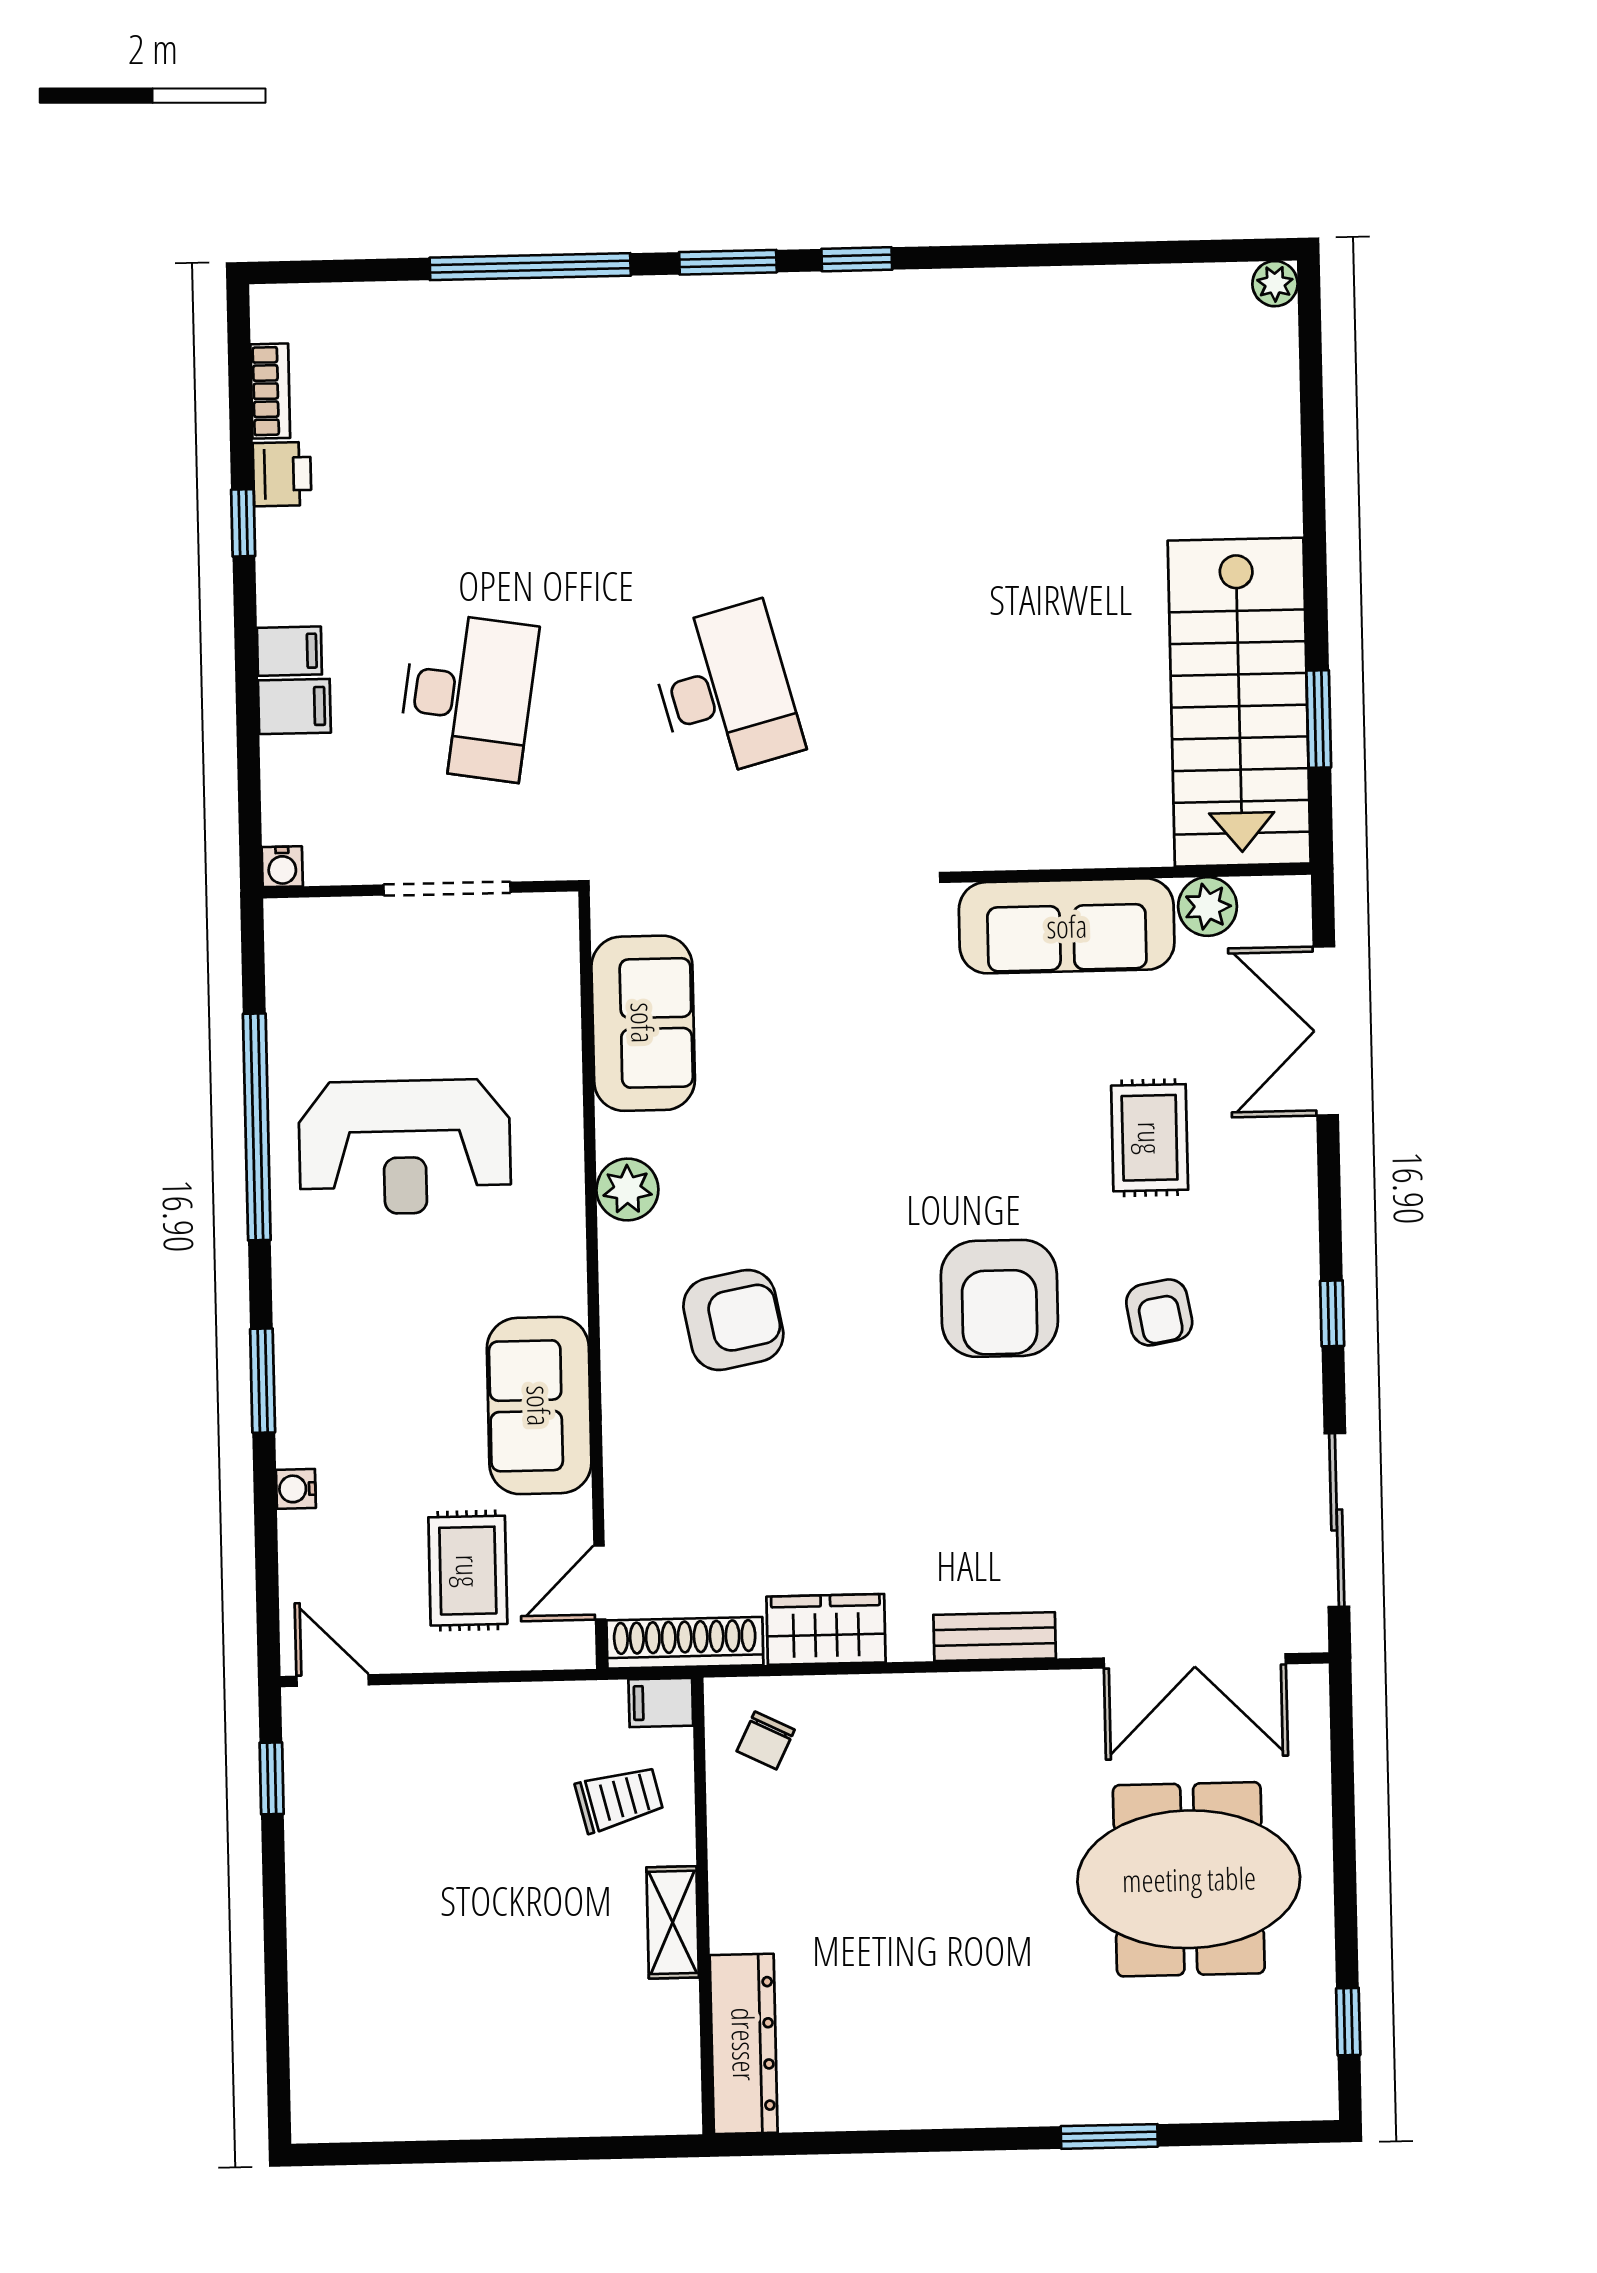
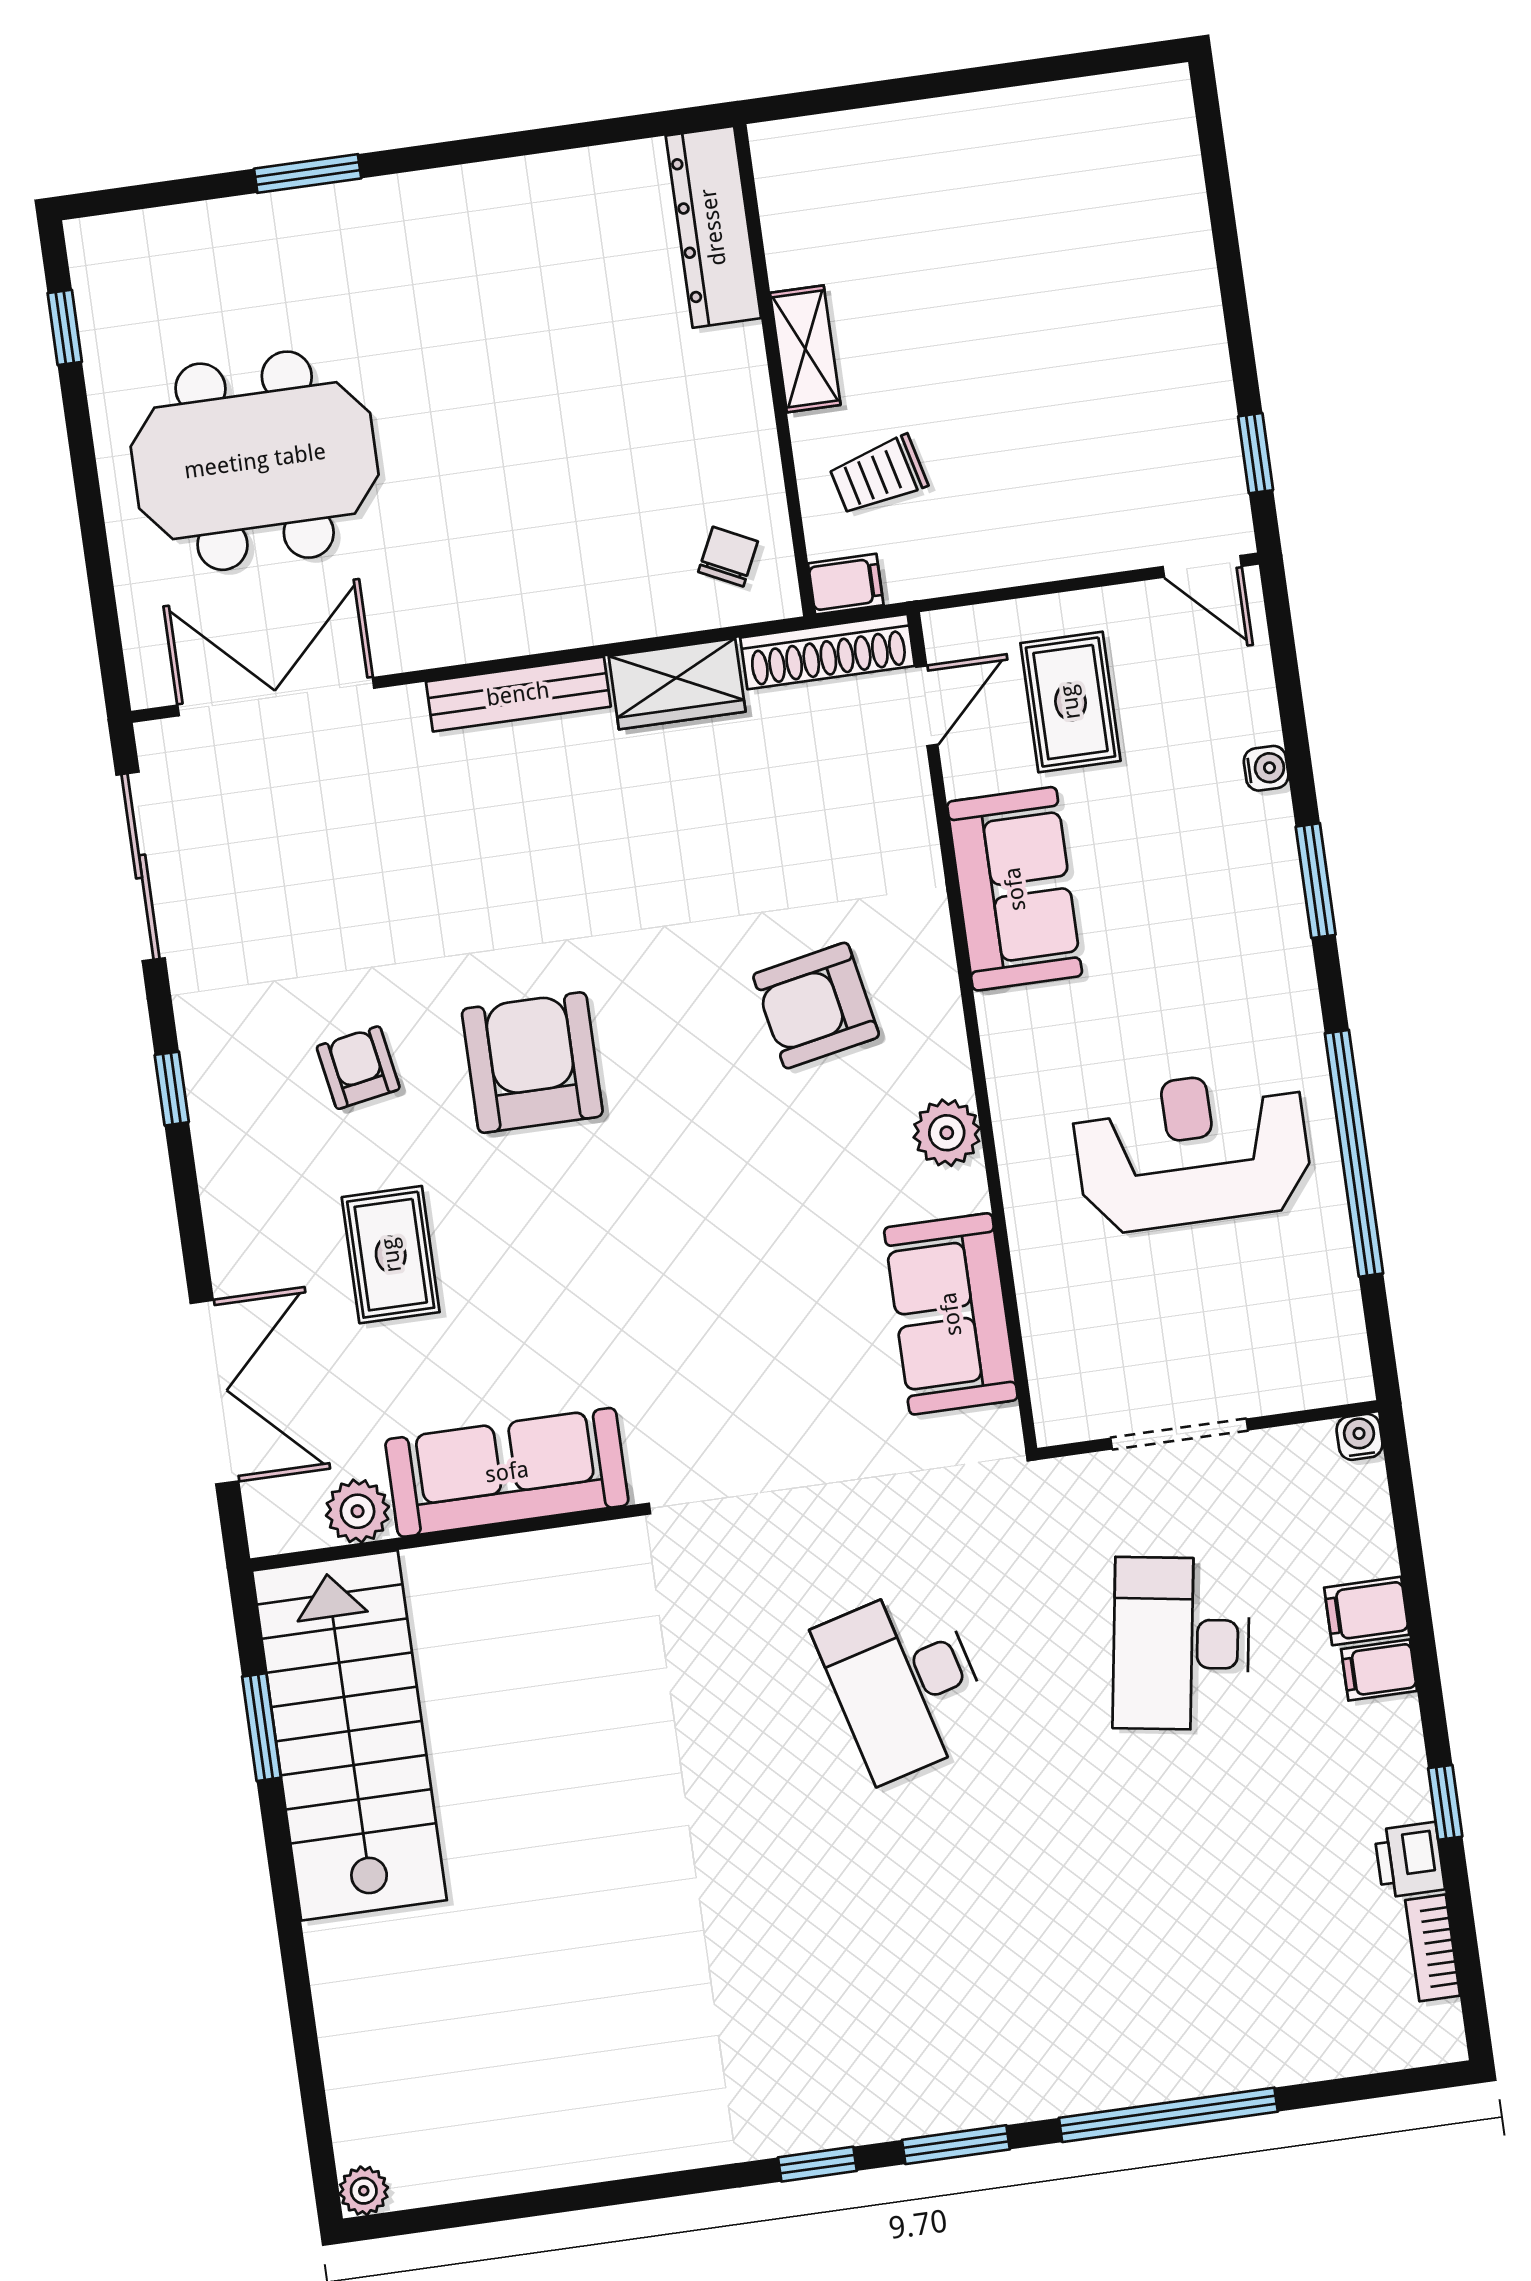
bench: (995, 1637) -> (518, 694), width x1.36

